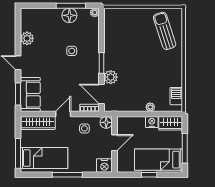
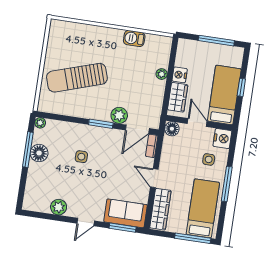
sun lounger: (165, 31) -> (77, 78), moved, width x1.36, depth x1.34
barbecue: (176, 96) -> (134, 38), moved
wardrobe: (171, 123) -> (178, 97), moved
side table: (84, 128) -> (209, 159), moved
bed: (159, 160) -> (224, 95), moved, turned 180

